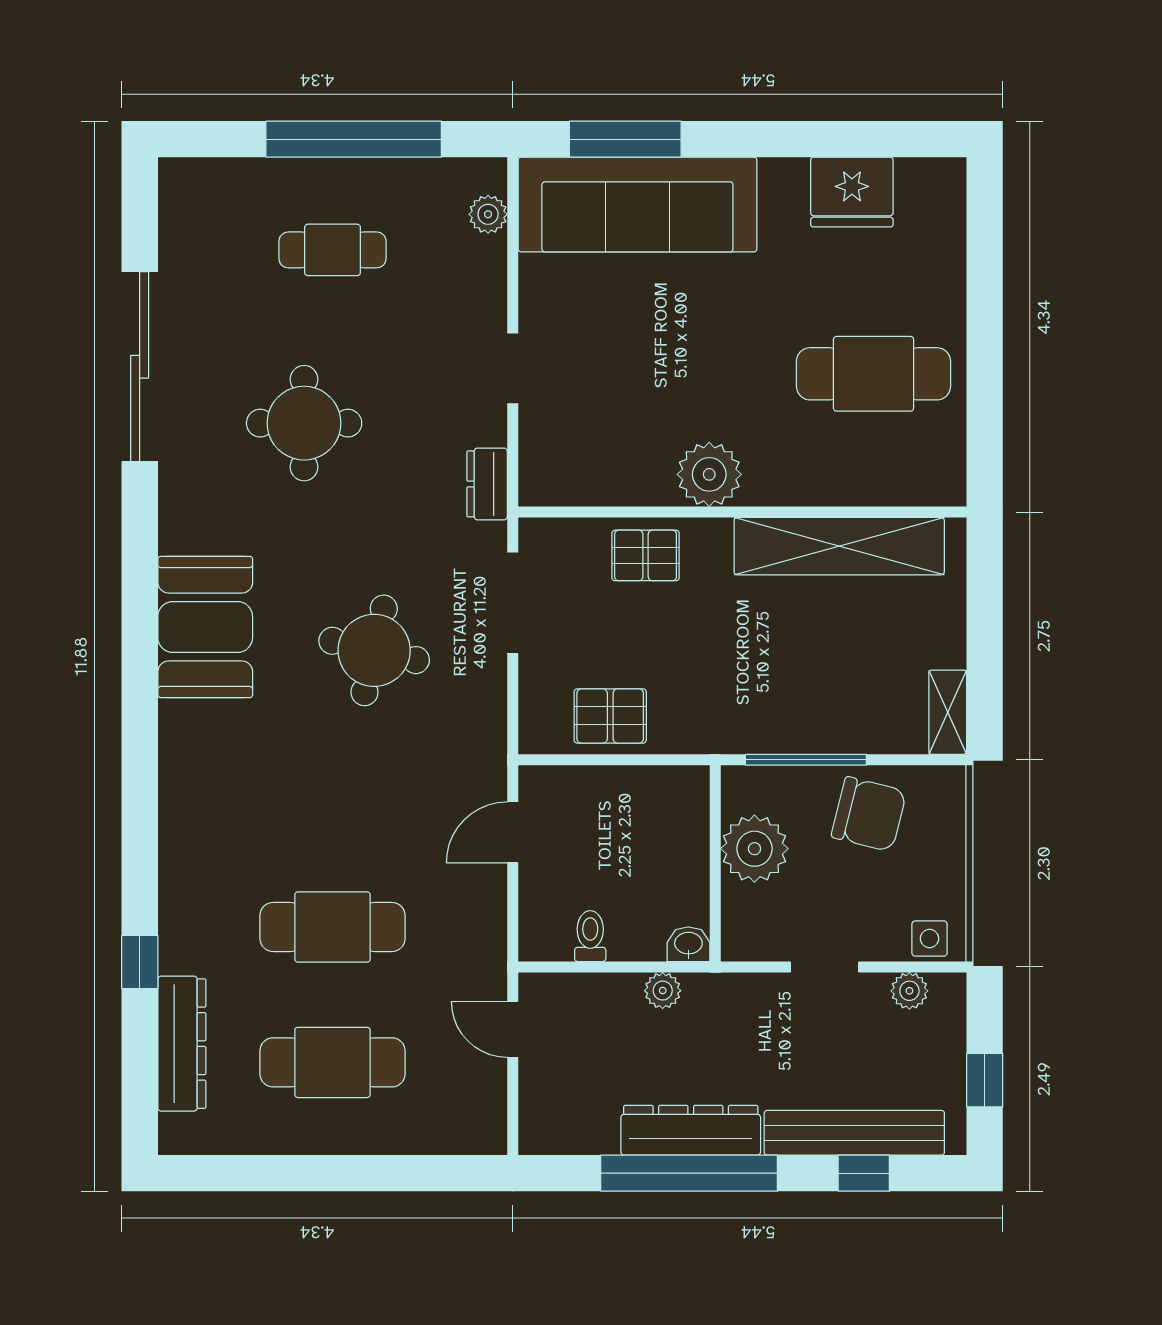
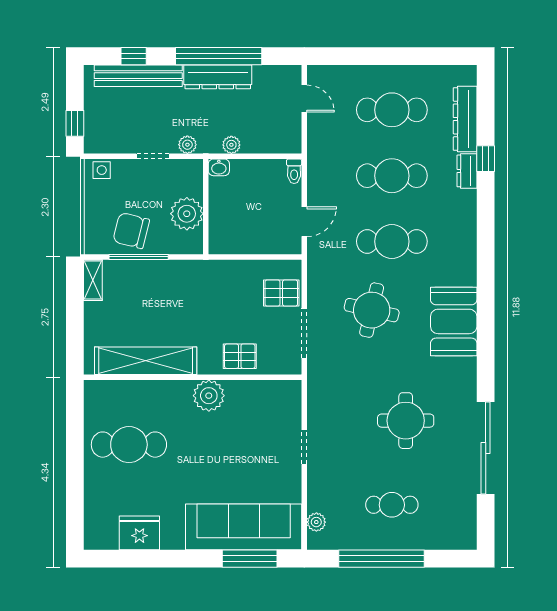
dresser: (487, 484) -> (467, 171), moved, turned 180
pallet: (610, 716) -> (281, 293), moved
window: (806, 760) -> (139, 257), moved
cafe table: (333, 792) -> (392, 241), added
toilet: (590, 936) -> (294, 171), moved
plant: (909, 991) -> (187, 145), moved
door: (513, 1029) -> (304, 98), moved
window: (985, 1080) -> (75, 123), moved

